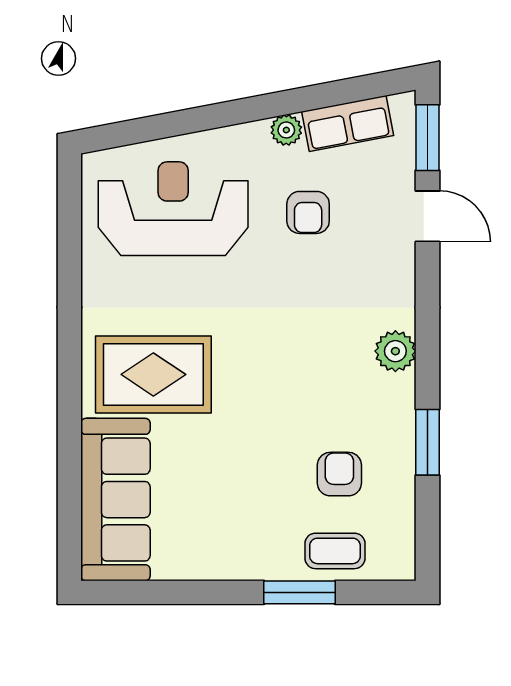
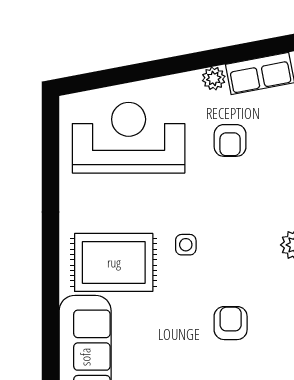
side table: (249, 351) -> (186, 245), added
armchair: (339, 474) -> (231, 323), moved

